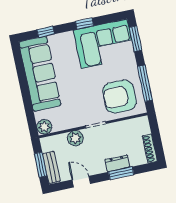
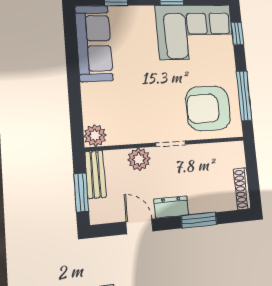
window: (135, 39) -> (237, 33), width x0.67
sofa: (40, 74) -> (94, 43), width x0.74, depth x0.79
dresser: (117, 163) -> (171, 207), moved
bench: (51, 167) -> (95, 175), moved

